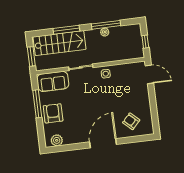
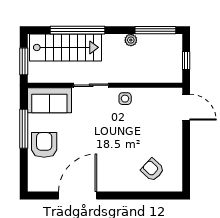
window: (106, 25) -> (155, 30), moved
window: (66, 30) -> (78, 30), width x1.46
plant: (57, 140) -> (45, 183), removed
door: (103, 143) -> (78, 196), moved

